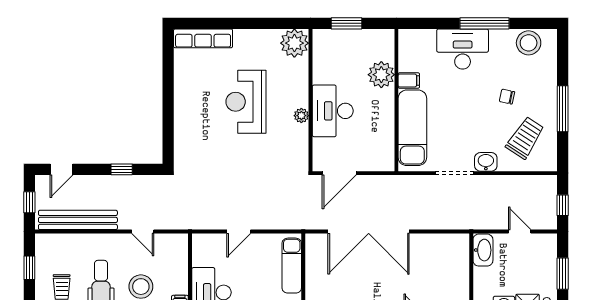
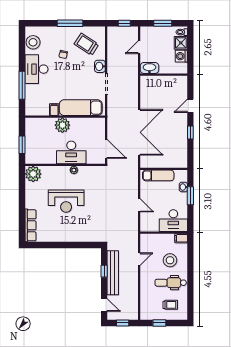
window: (484, 23) -> (22, 85), moved
desk: (463, 49) -> (36, 69), moved
plant: (381, 75) -> (62, 125), moved
bench: (78, 220) -> (113, 273), moved

